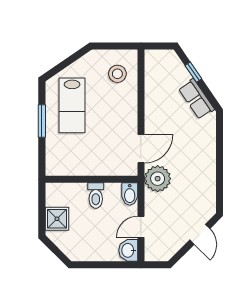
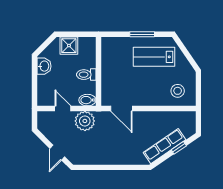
row of seats: (196, 99) -> (164, 146), width x1.48
plant: (158, 179) -> (85, 121), moved
door: (200, 234) -> (57, 153), hinge flipped
washbasin: (128, 250) -> (44, 66), moved, turned 90

